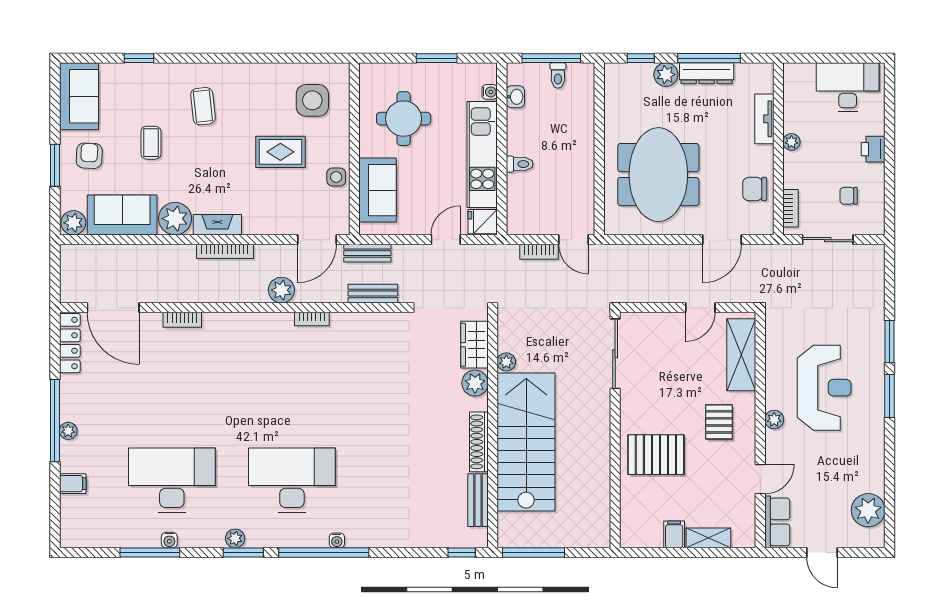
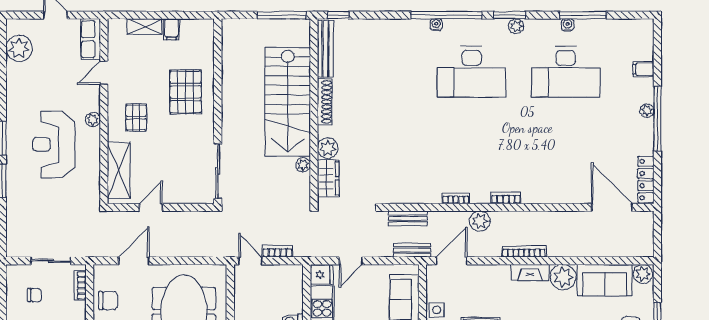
bookcase: (182, 320) -> (506, 198), moved
pallet: (656, 455) -> (186, 92), turned 90
bench: (478, 500) -> (325, 49), width x1.36

